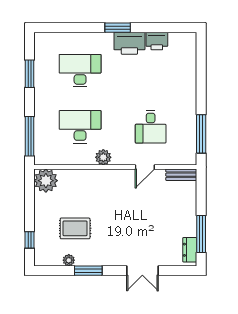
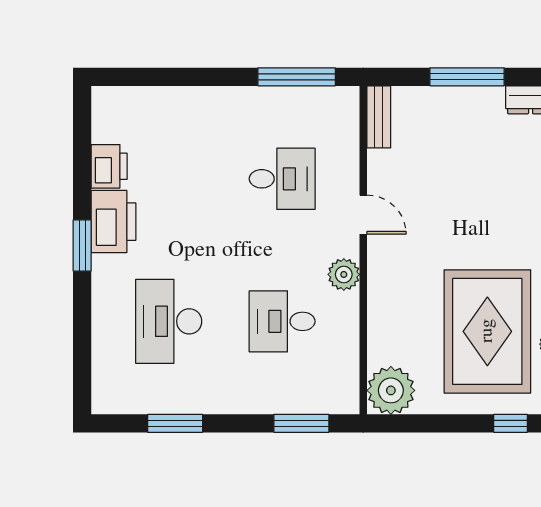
desk: (80, 127) -> (282, 321), width x0.73
window: (30, 136) -> (301, 423), width x0.69
door: (145, 167) -> (363, 215), moved
rug: (75, 228) -> (487, 331), width x1.86, depth x2.06
window: (201, 234) -> (467, 77), moved

